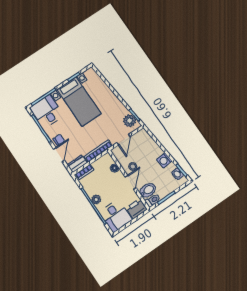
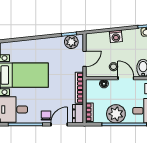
door: (123, 140) -> (84, 59), hinge flipped
door: (59, 155) -> (59, 124), hinge flipped
washing machine: (164, 160) -> (116, 36), moved
plant: (96, 199) -> (116, 114), width x1.88, depth x1.88

